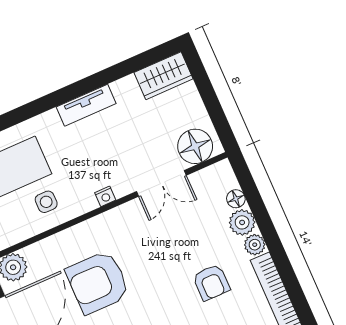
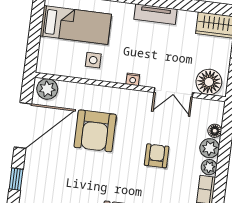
armchair: (98, 282) -> (95, 131), turned -90
armchair: (211, 282) -> (157, 156), moved, turned 180

